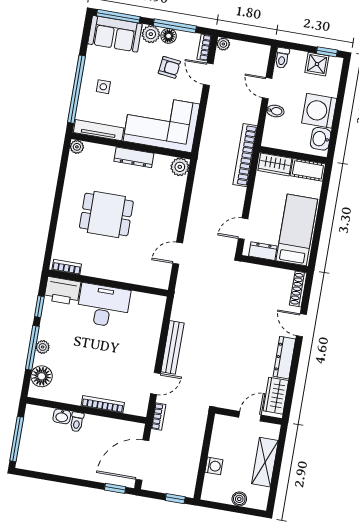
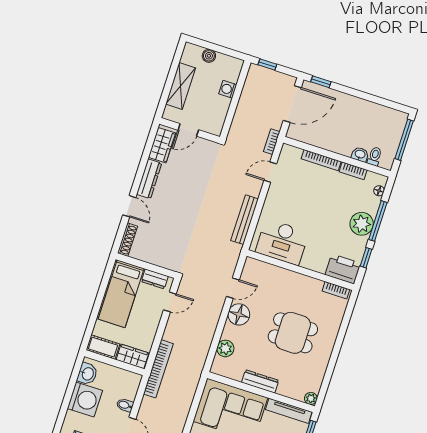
plant: (180, 167) -> (225, 348), moved
floor lamp: (167, 226) -> (239, 314), added
desk: (103, 306) -> (282, 242), moved
plant: (43, 347) -> (362, 224), width x1.87, depth x1.87
bench: (172, 347) -> (245, 220), moved
floor lamp: (42, 376) -> (379, 191), width x0.53, depth x0.53
bookcase: (67, 398) -> (353, 171), added
toilet: (77, 422) -> (375, 156), moved

